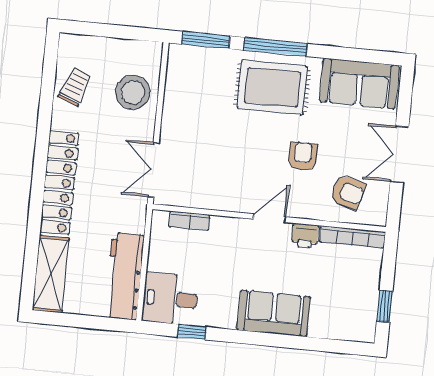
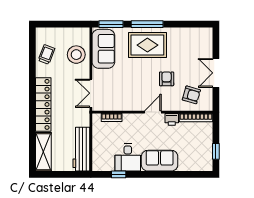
sofa: (359, 84) -> (103, 49), moved, turned -90
desk: (170, 299) -> (128, 157), moved, turned -90

